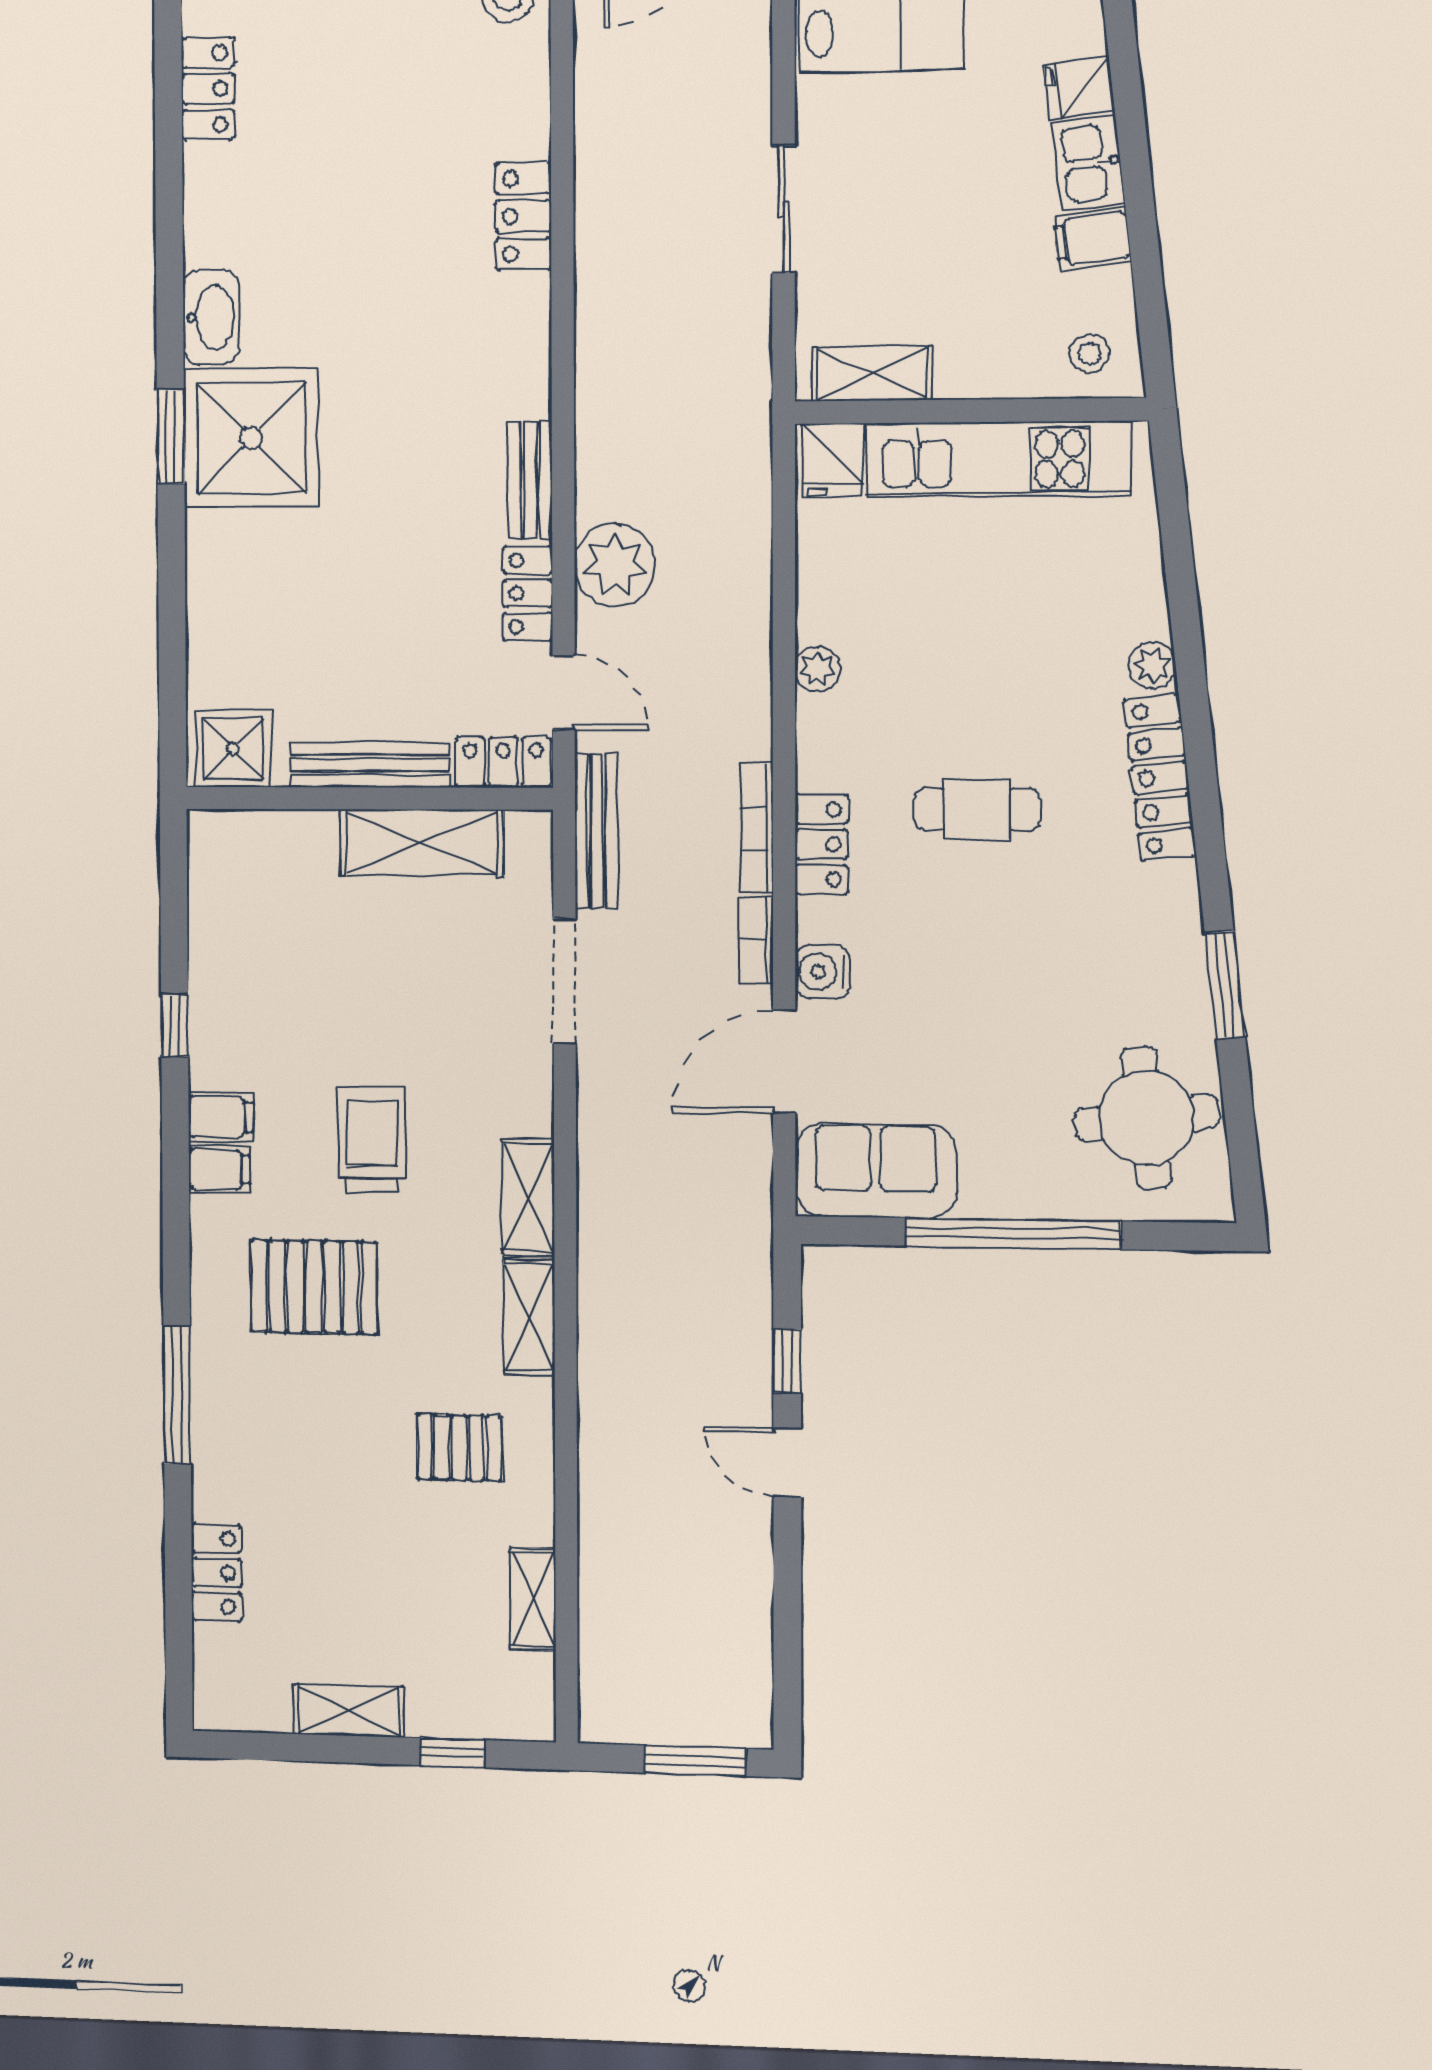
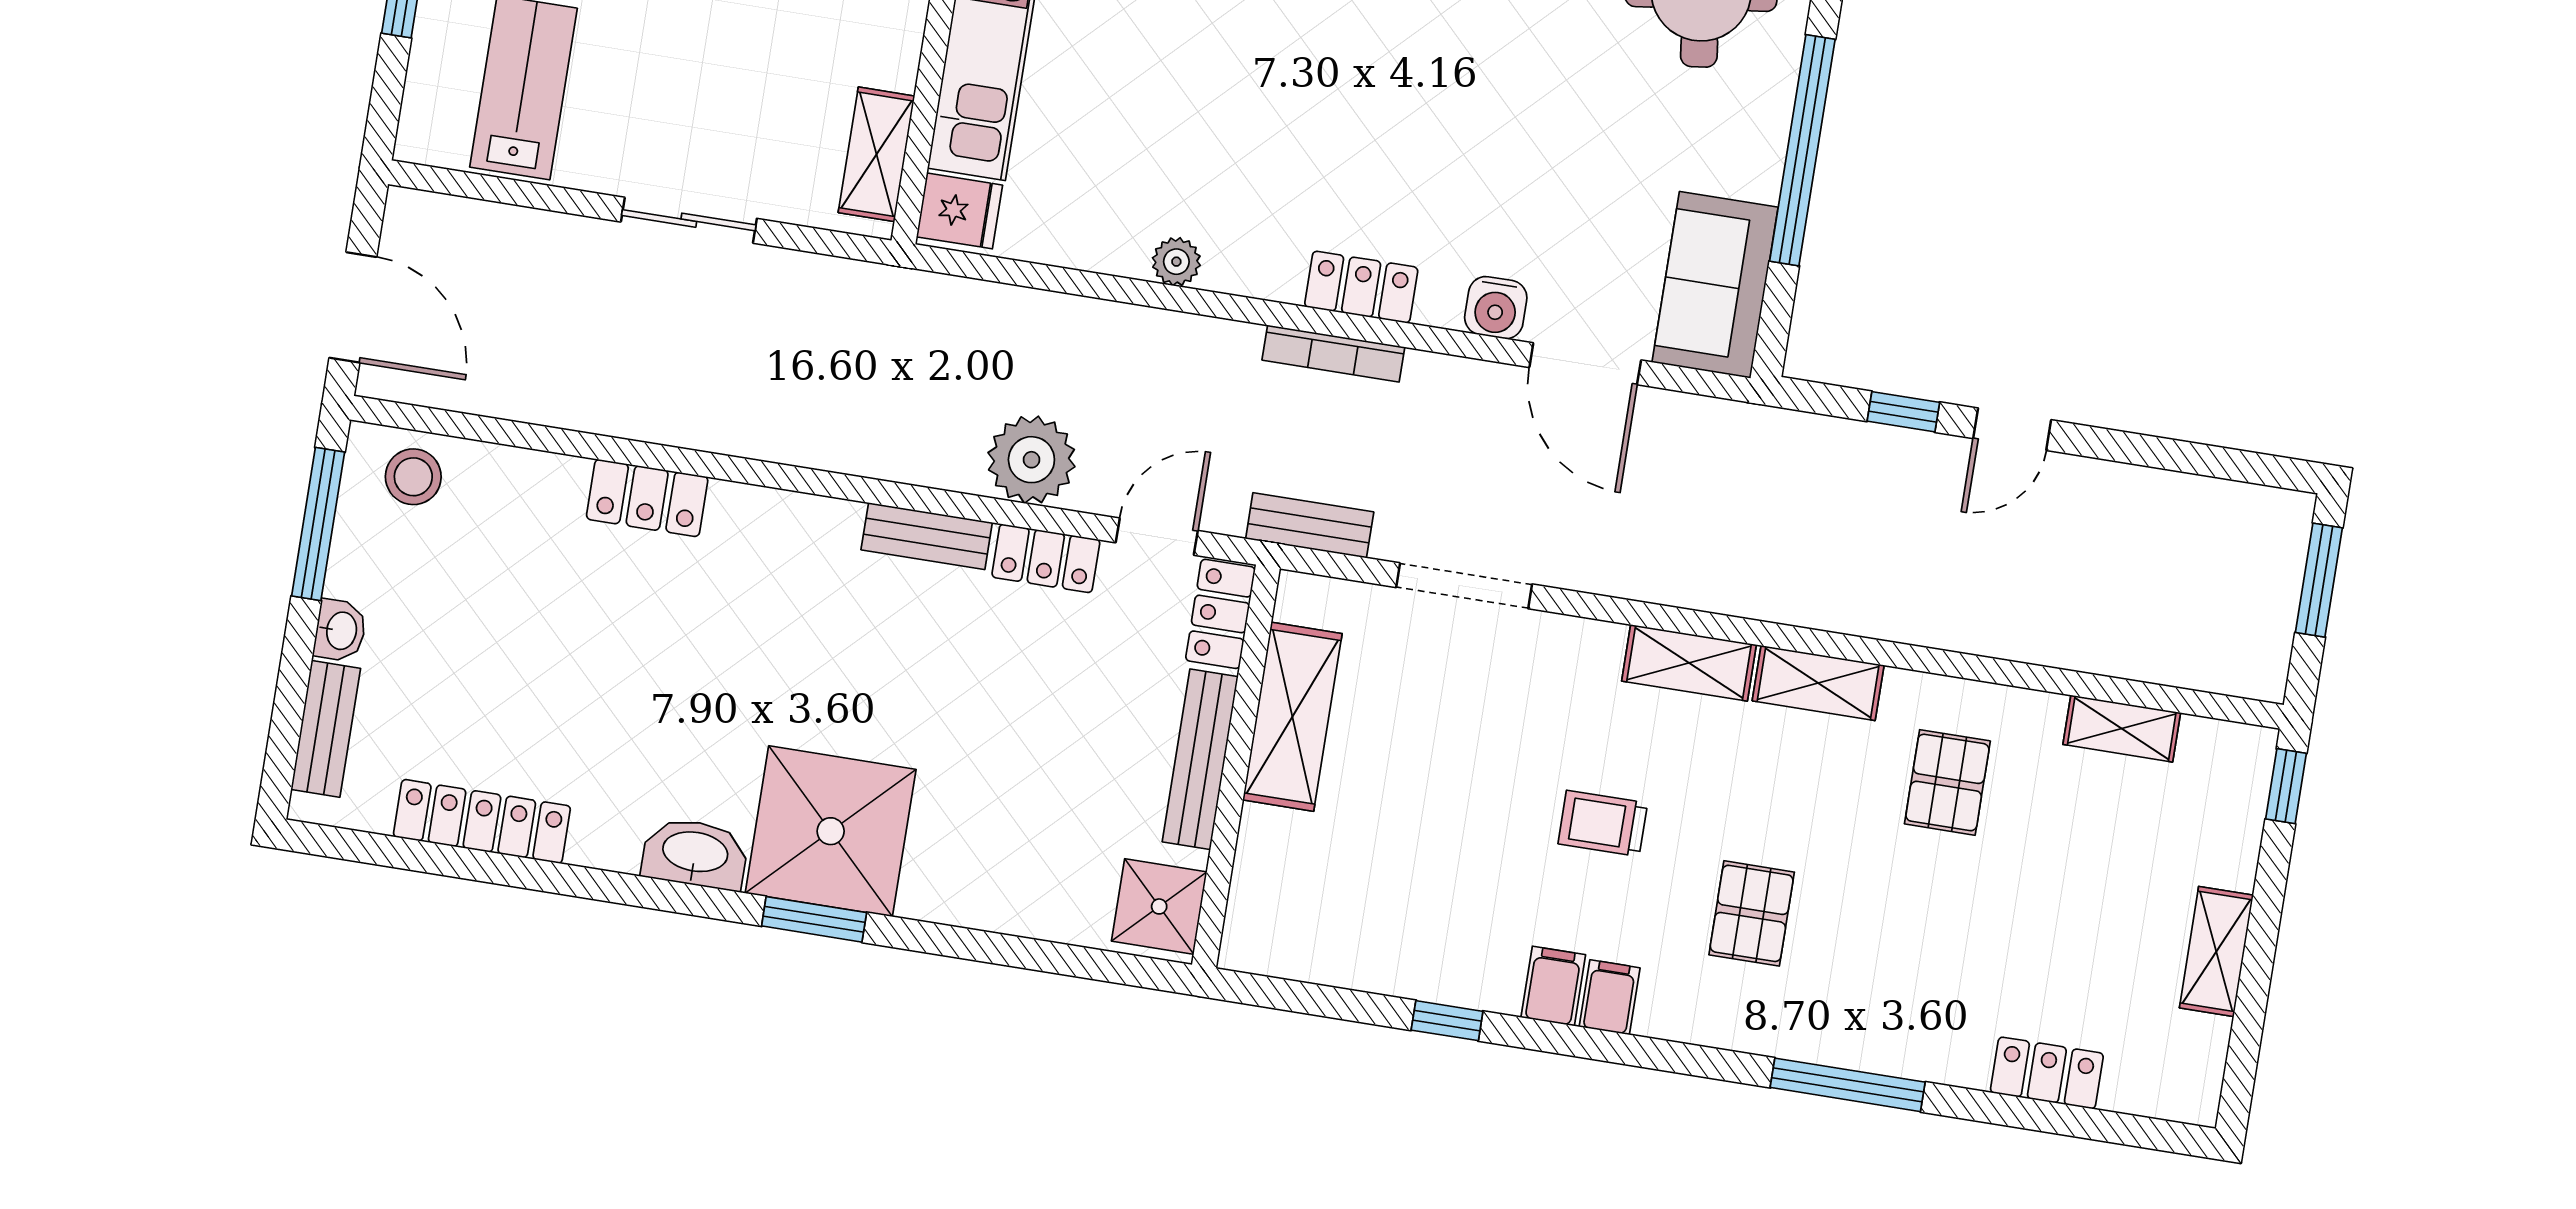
locker: (208, 89) -> (482, 821), width x1.53
cafe table: (977, 809) -> (1350, 117), removed
bench: (596, 831) -> (1310, 525), width x0.73
bookcase: (756, 940) -> (1452, 373), removed
trolley: (372, 1140) -> (1603, 823), width x0.73, depth x0.72
pallet: (314, 1287) -> (1752, 913), width x0.67, depth x0.71
window: (453, 1753) -> (2286, 786), moved

